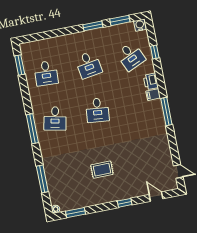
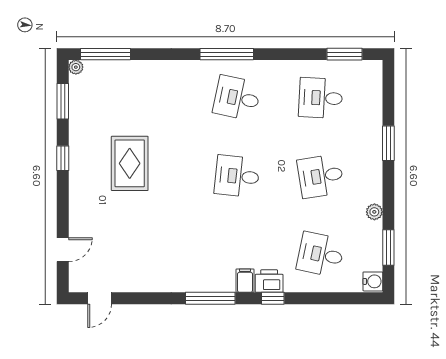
window: (93, 26) -> (388, 143), moved
plant: (102, 32) -> (374, 212), added
window: (155, 52) -> (273, 298), moved
desk: (131, 56) -> (321, 254), turned 36
rug: (102, 170) -> (130, 163), width x1.36, depth x1.43
window: (42, 179) -> (105, 54), moved
window: (125, 203) -> (63, 158), moved

